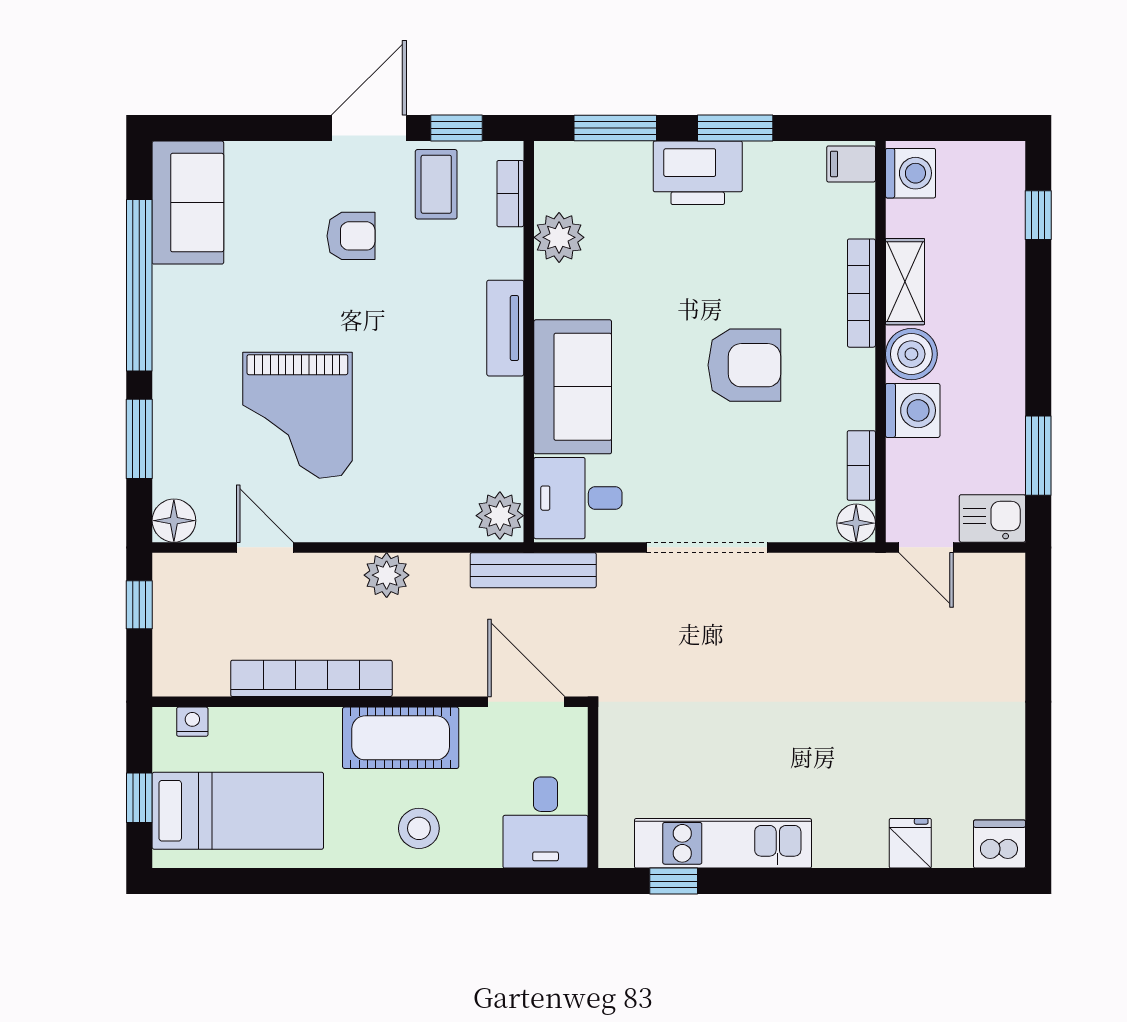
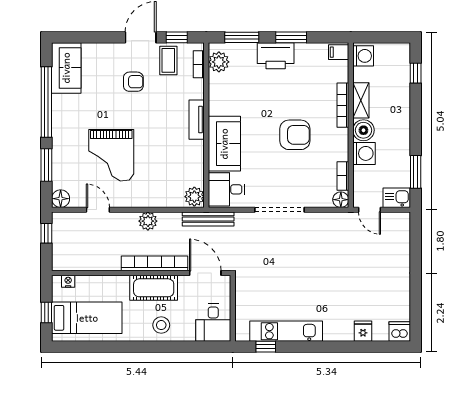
plant: (559, 237) -> (219, 62), moved
bookcase: (311, 678) -> (154, 263), moved

